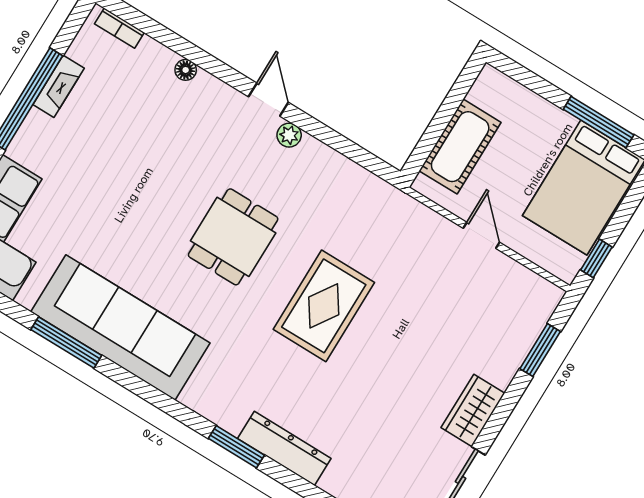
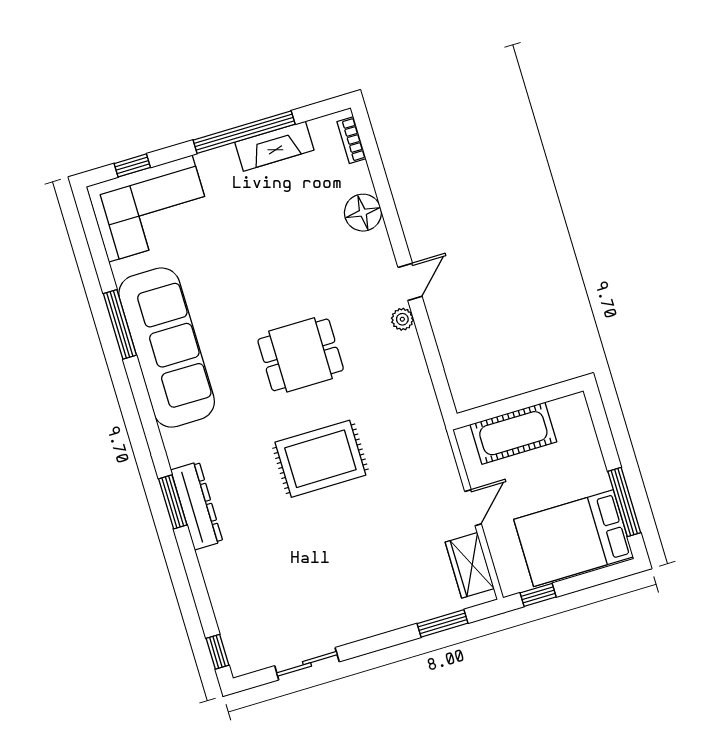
floor lamp: (186, 70) -> (363, 213), width x1.89, depth x1.89
fireplace: (59, 86) -> (274, 146), width x1.37, depth x1.32
wardrobe: (473, 410) -> (470, 565), moved, turned -90
dresser: (284, 448) -> (197, 506), moved

